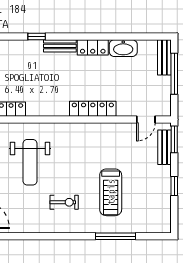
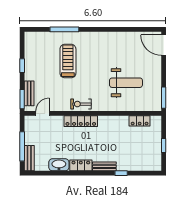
weight bench: (30, 162) -> (126, 83), turned 90
exercise bike: (64, 202) -> (81, 104), moved

